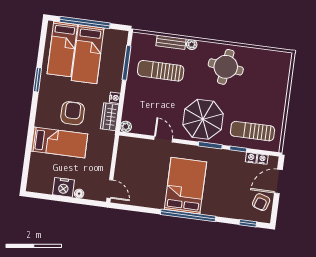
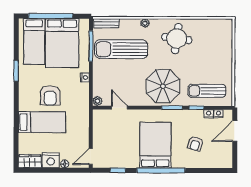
bench: (171, 42) -> (106, 23), moved
bed: (88, 54) -> (62, 43), width x1.50
sun lounger: (161, 71) -> (121, 49), width x1.36, depth x1.34
armchair: (73, 113) -> (50, 95), turned 180
wardrobe: (110, 117) -> (30, 161), moved, turned 90
door: (163, 139) -> (119, 108), moved
door: (110, 189) -> (91, 156), swing flipped
armchair: (261, 202) -> (195, 144), moved
window: (248, 223) -> (118, 170), moved

